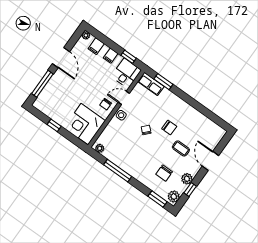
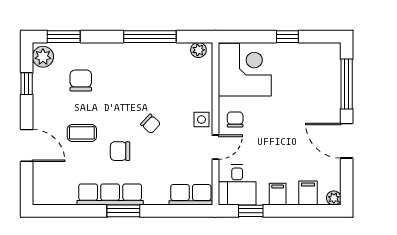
window: (163, 82) -> (123, 211), moved
row of seats: (188, 111) -> (110, 194), added
plant: (187, 179) -> (42, 96), removed

